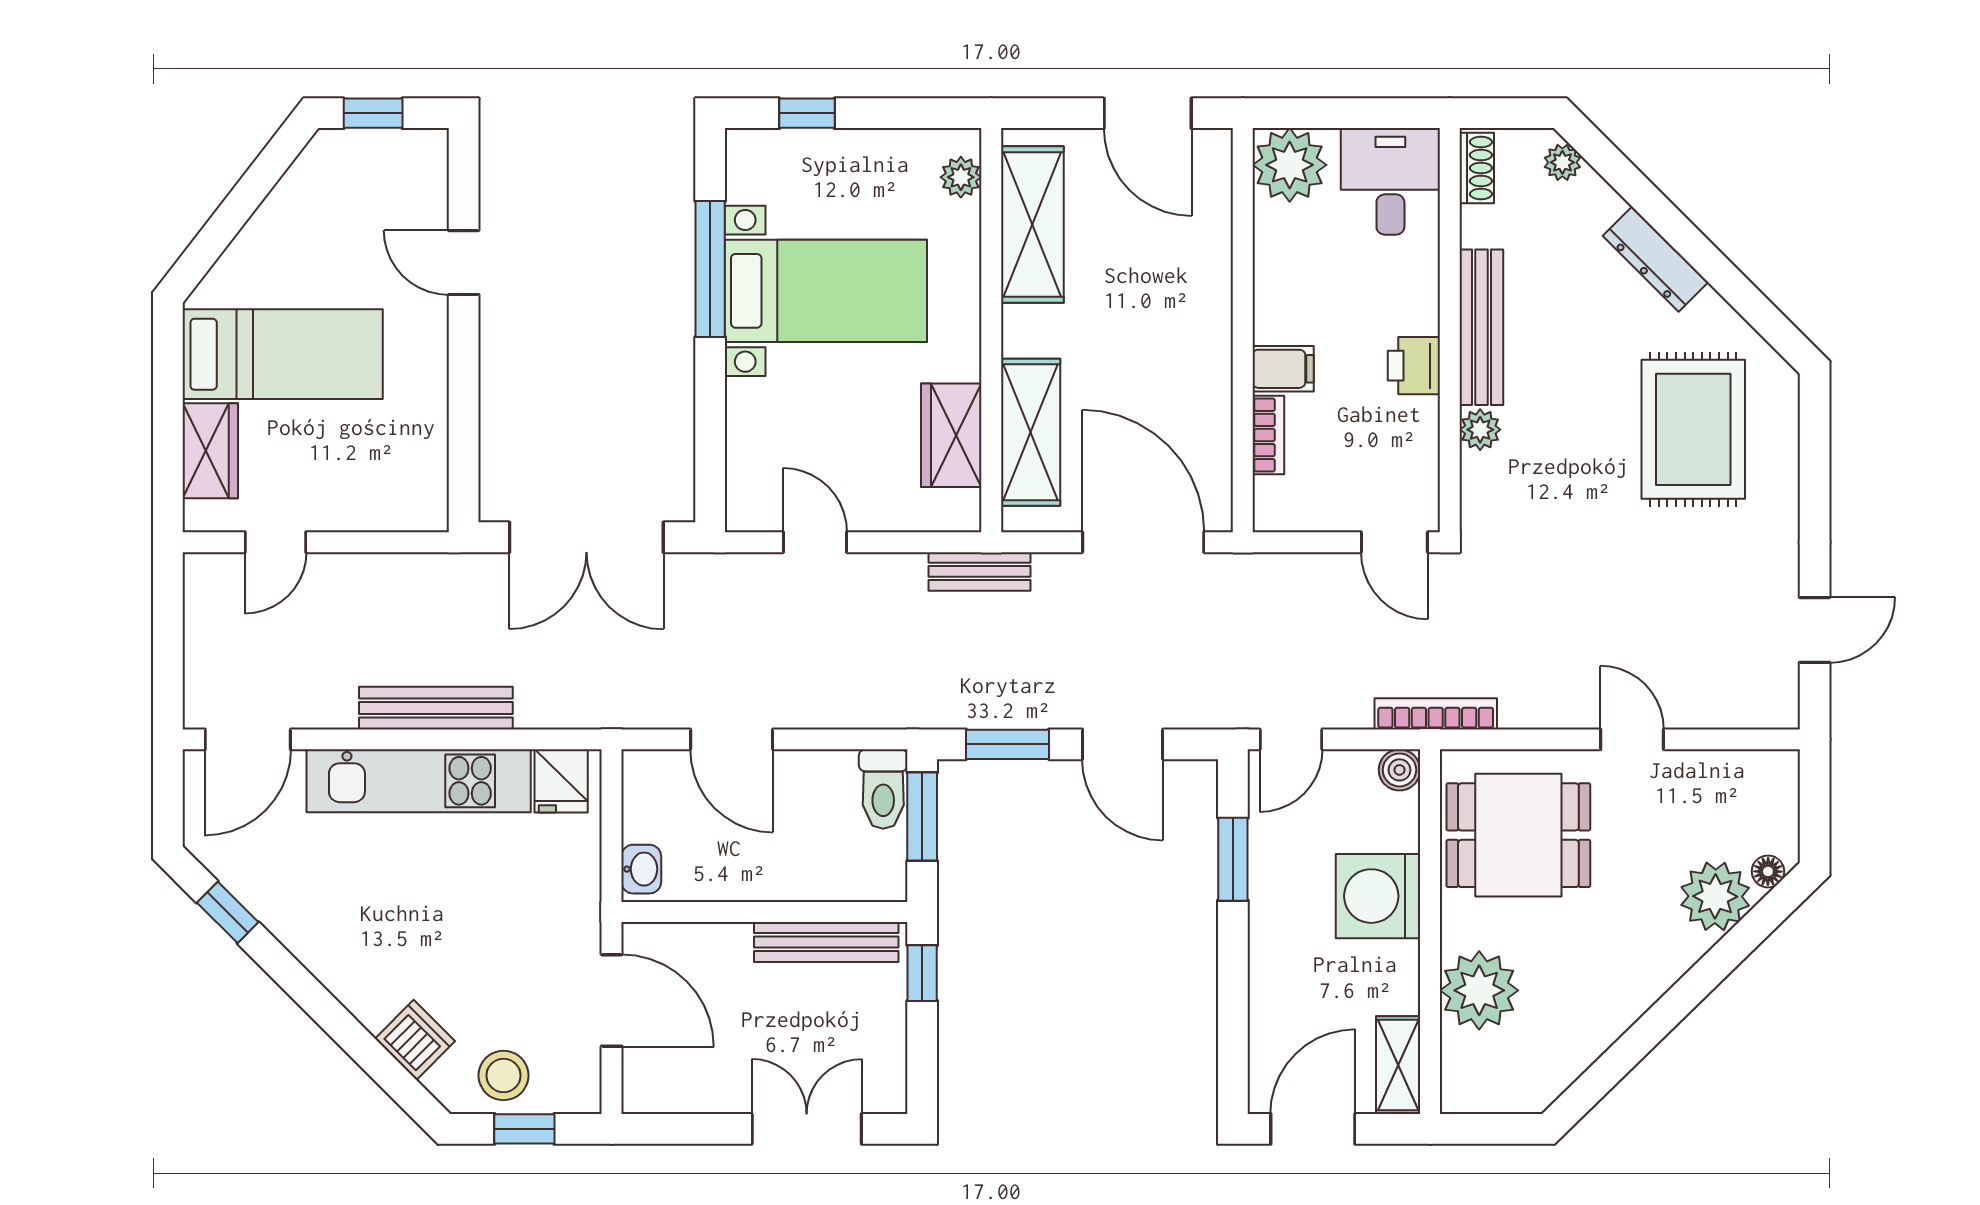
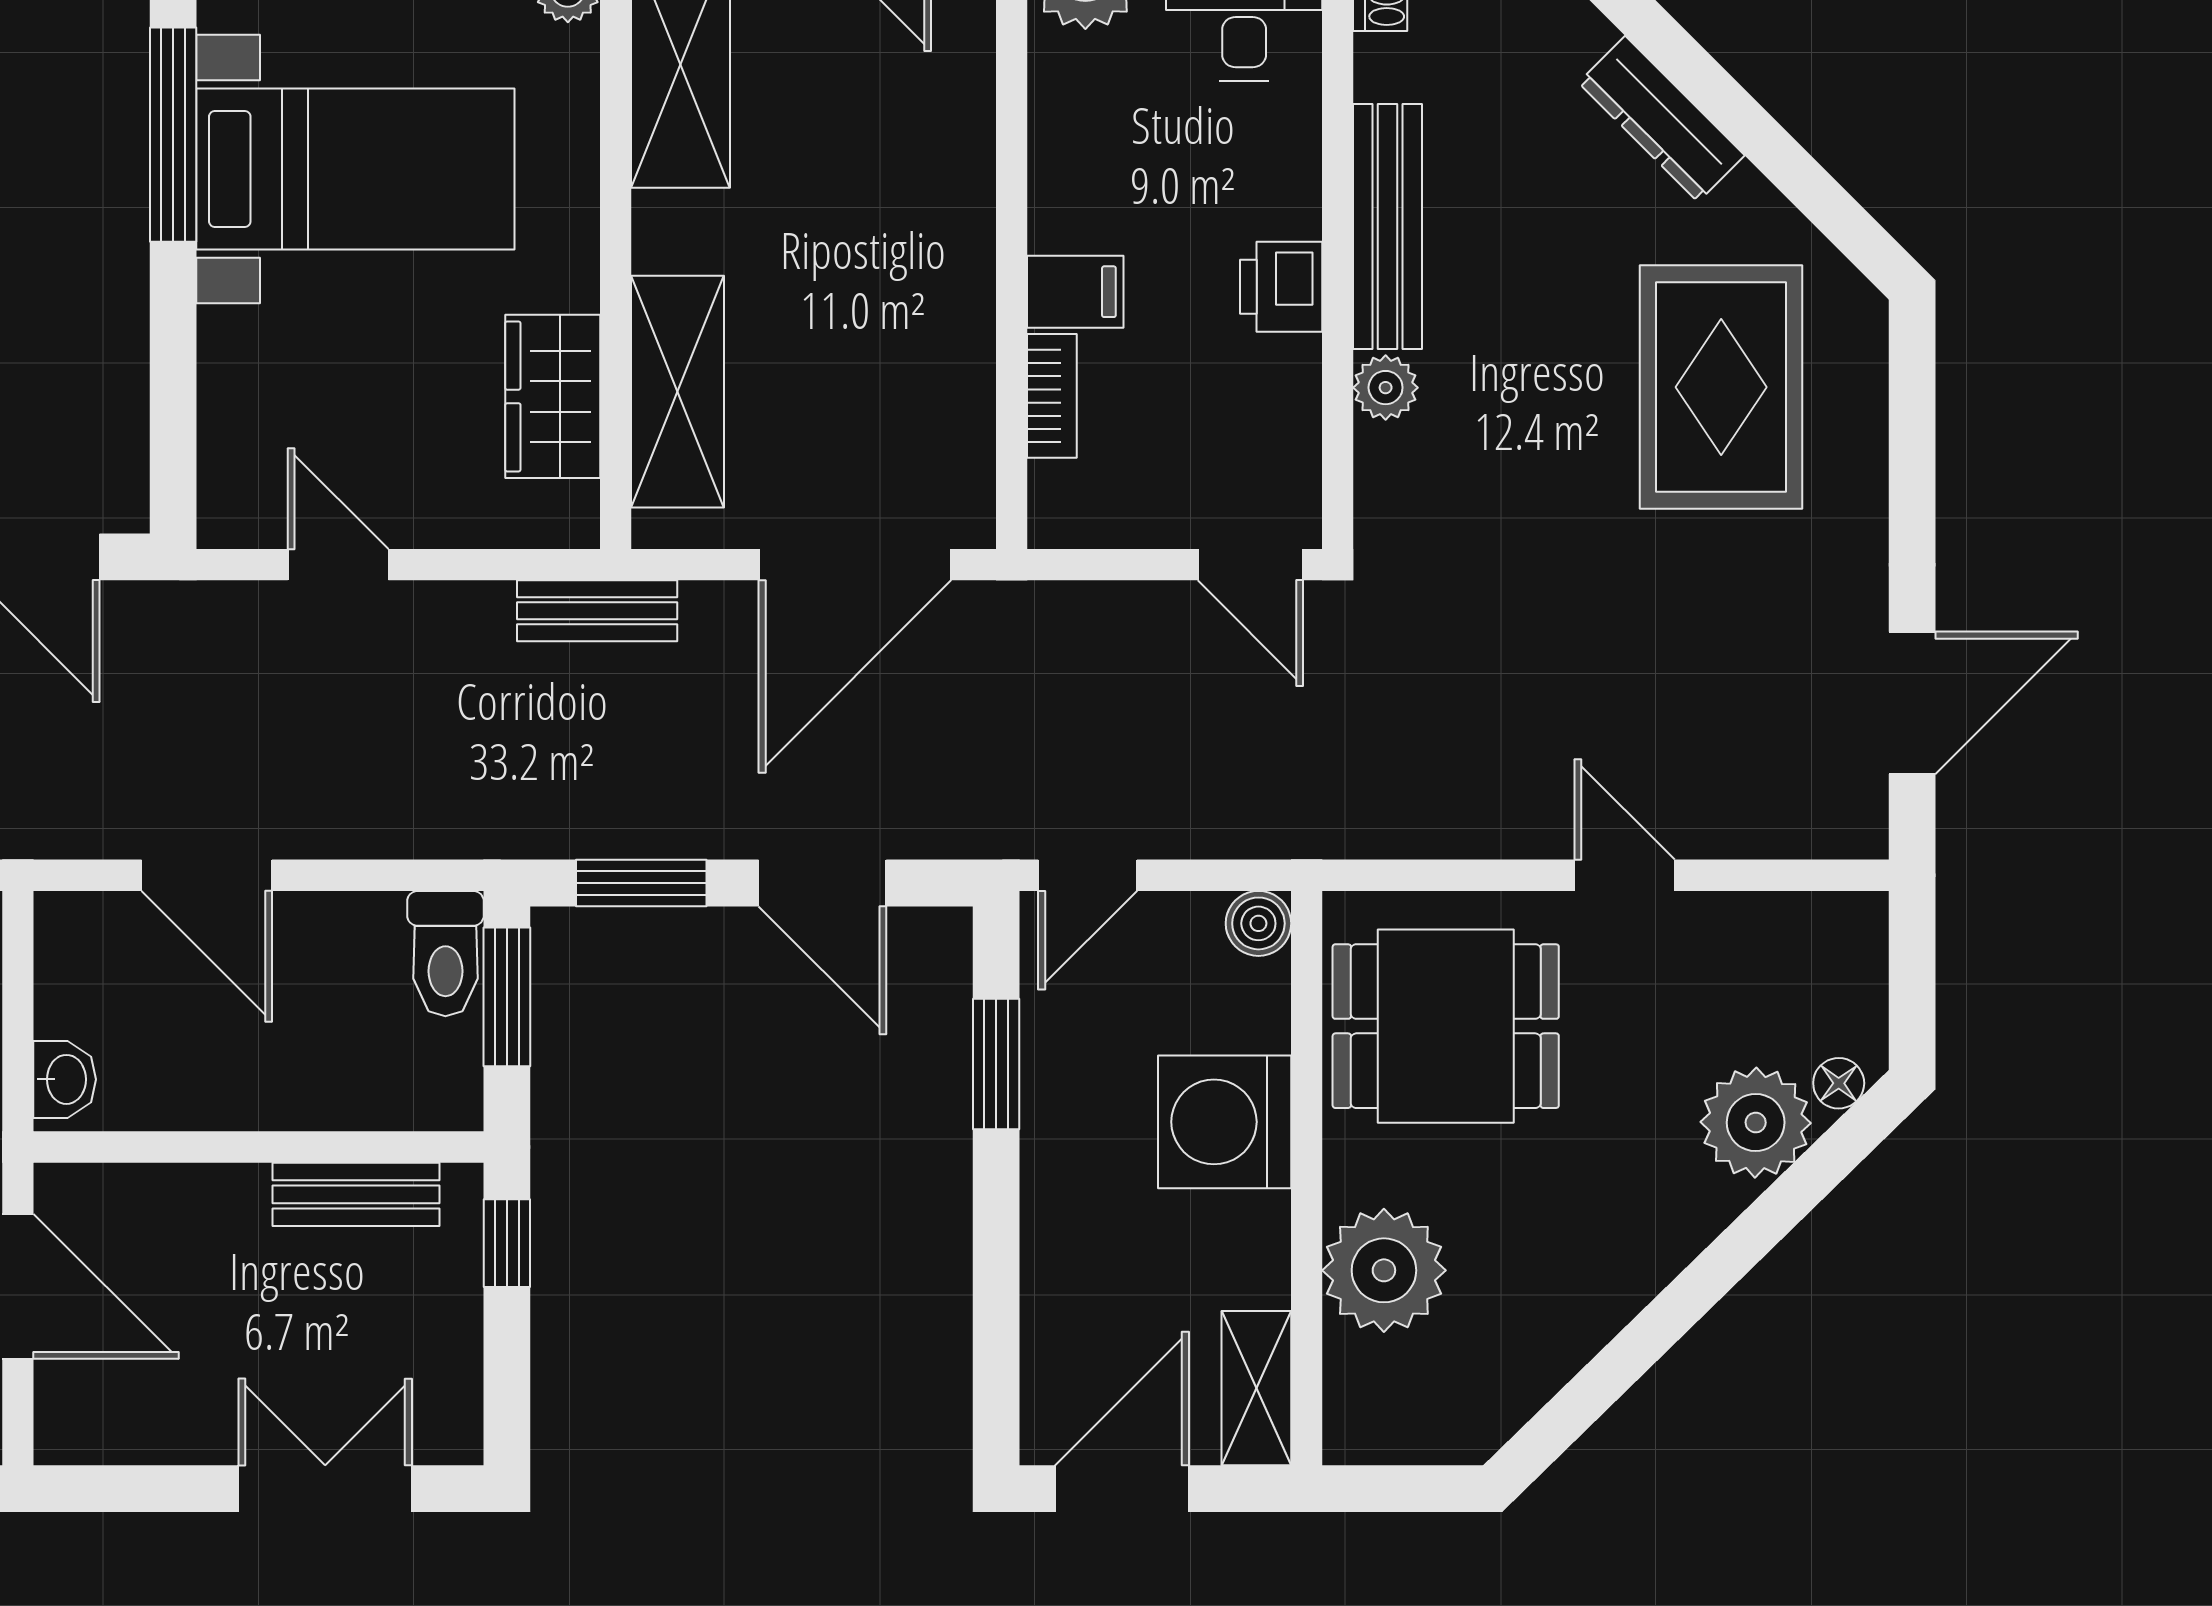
door: (1143, 542) -> (855, 565), swing flipped
door: (1815, 630) -> (1912, 703), width x1.38
bookcase: (1436, 714) -> (1315, 835), removed
bench: (826, 942) -> (356, 1194), width x0.73

